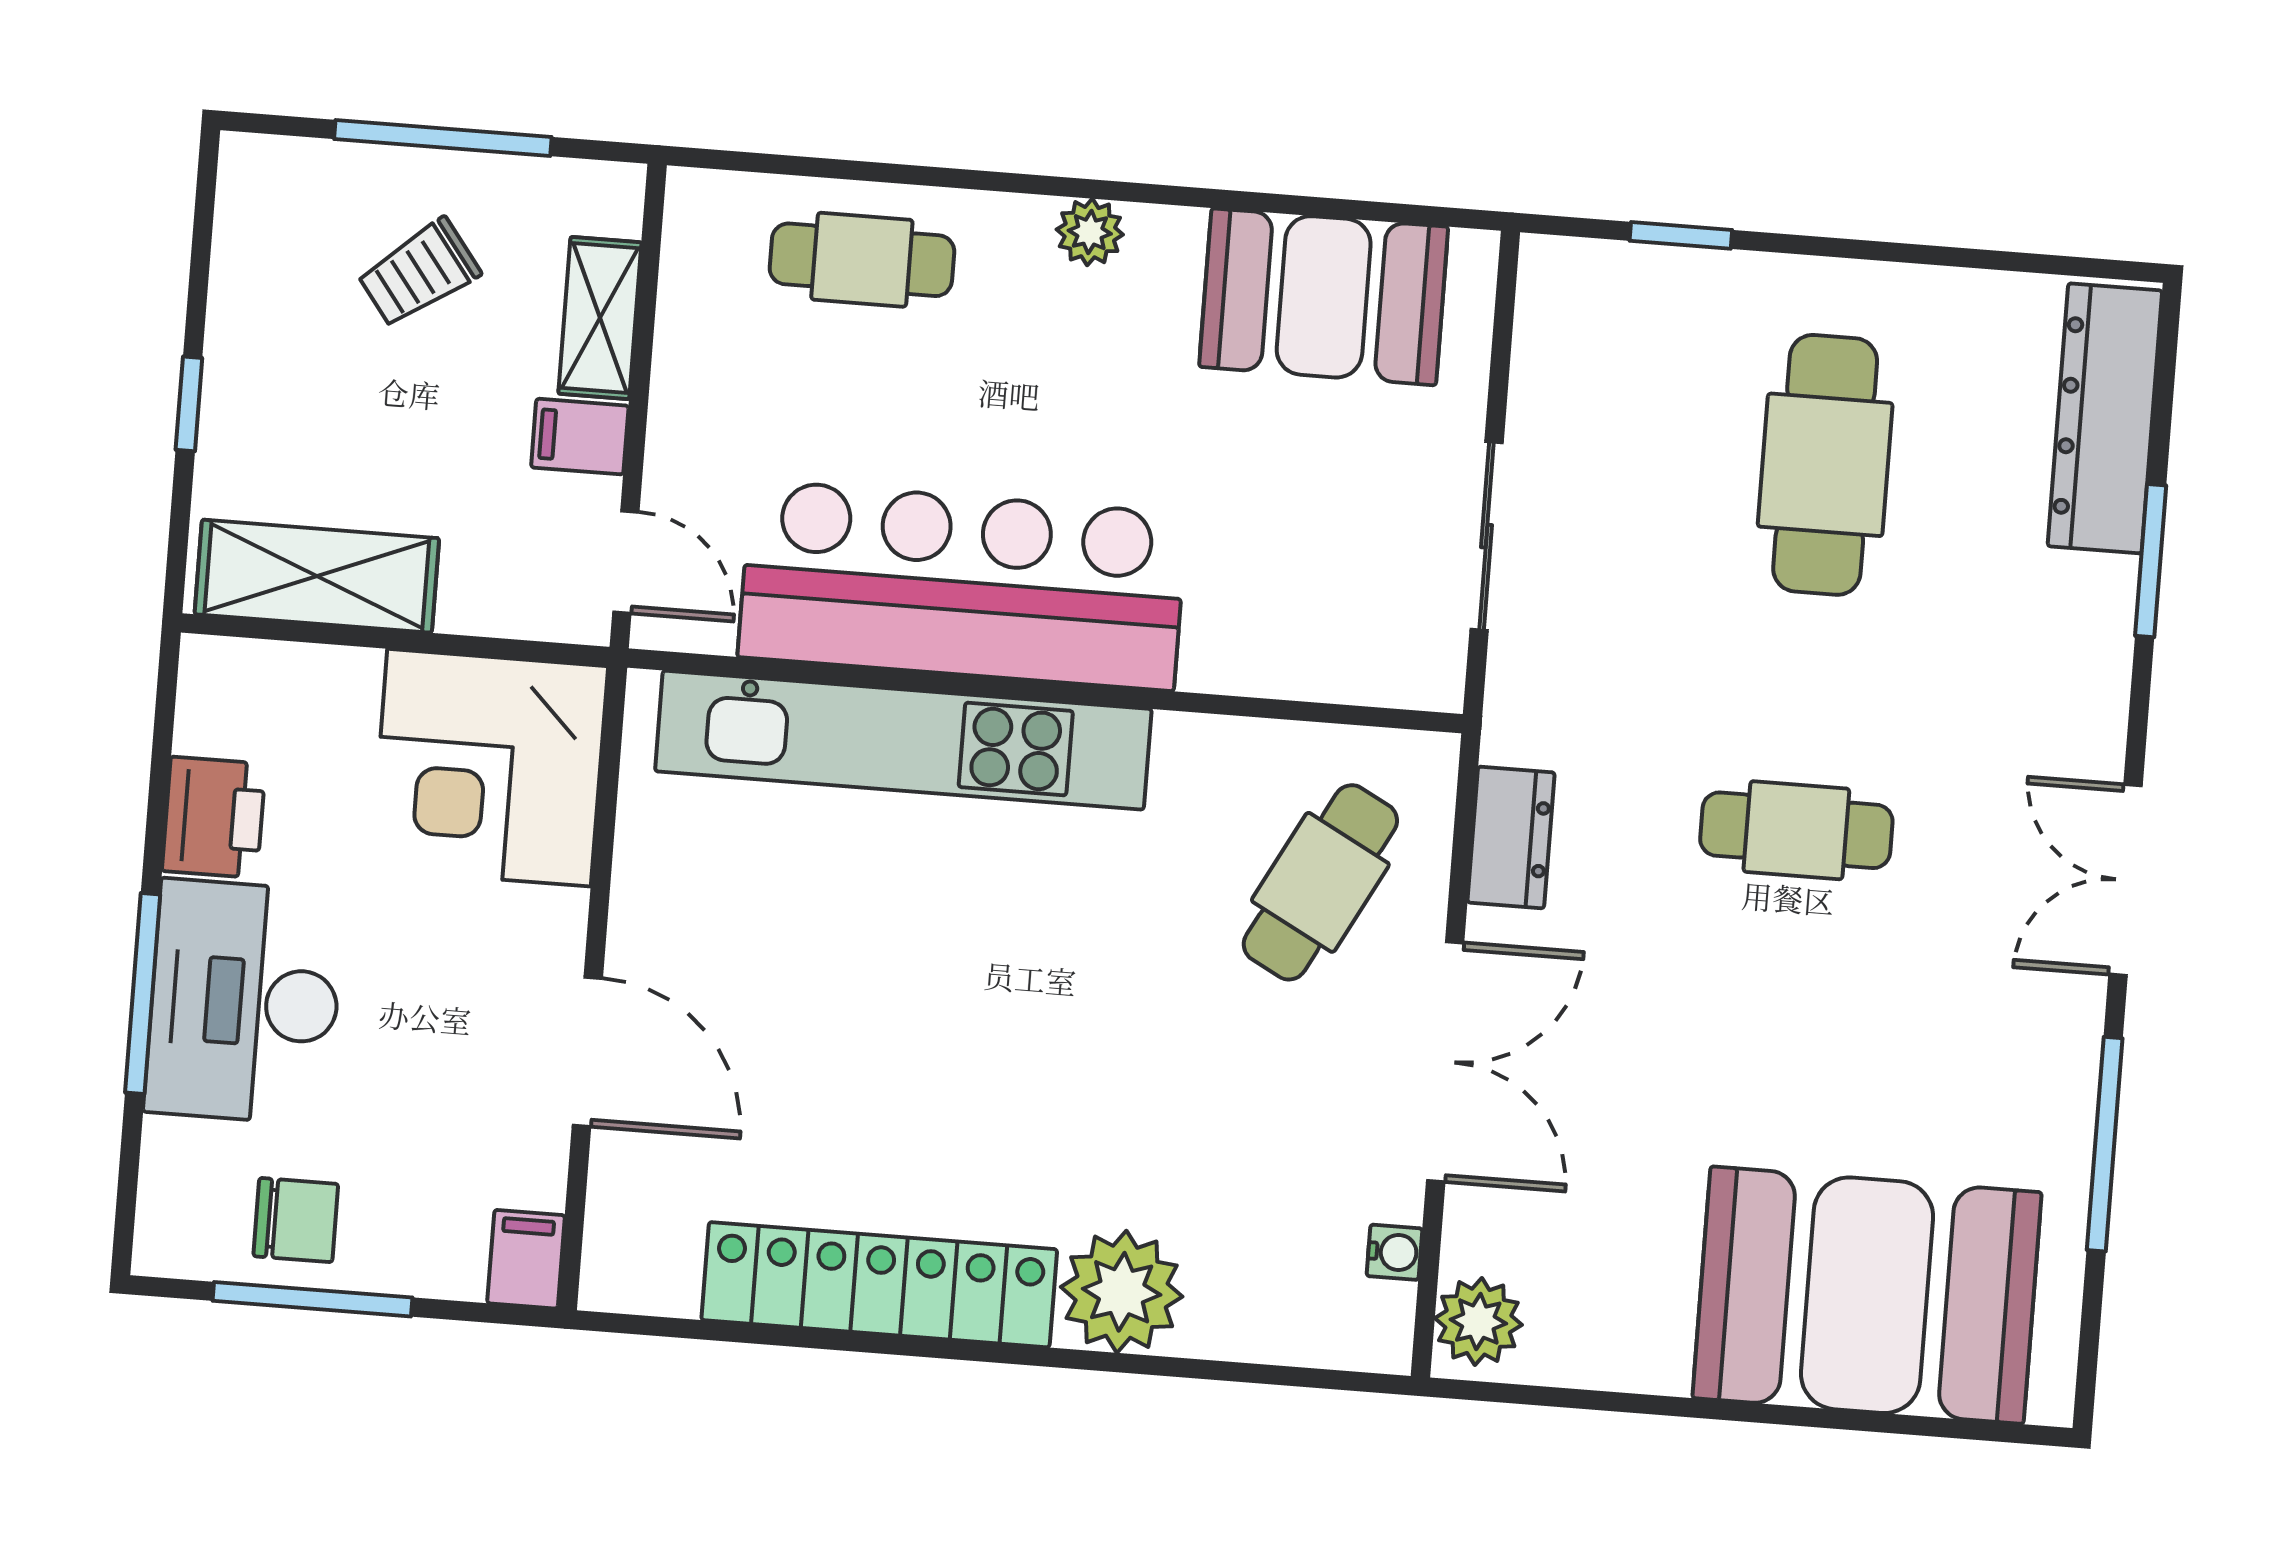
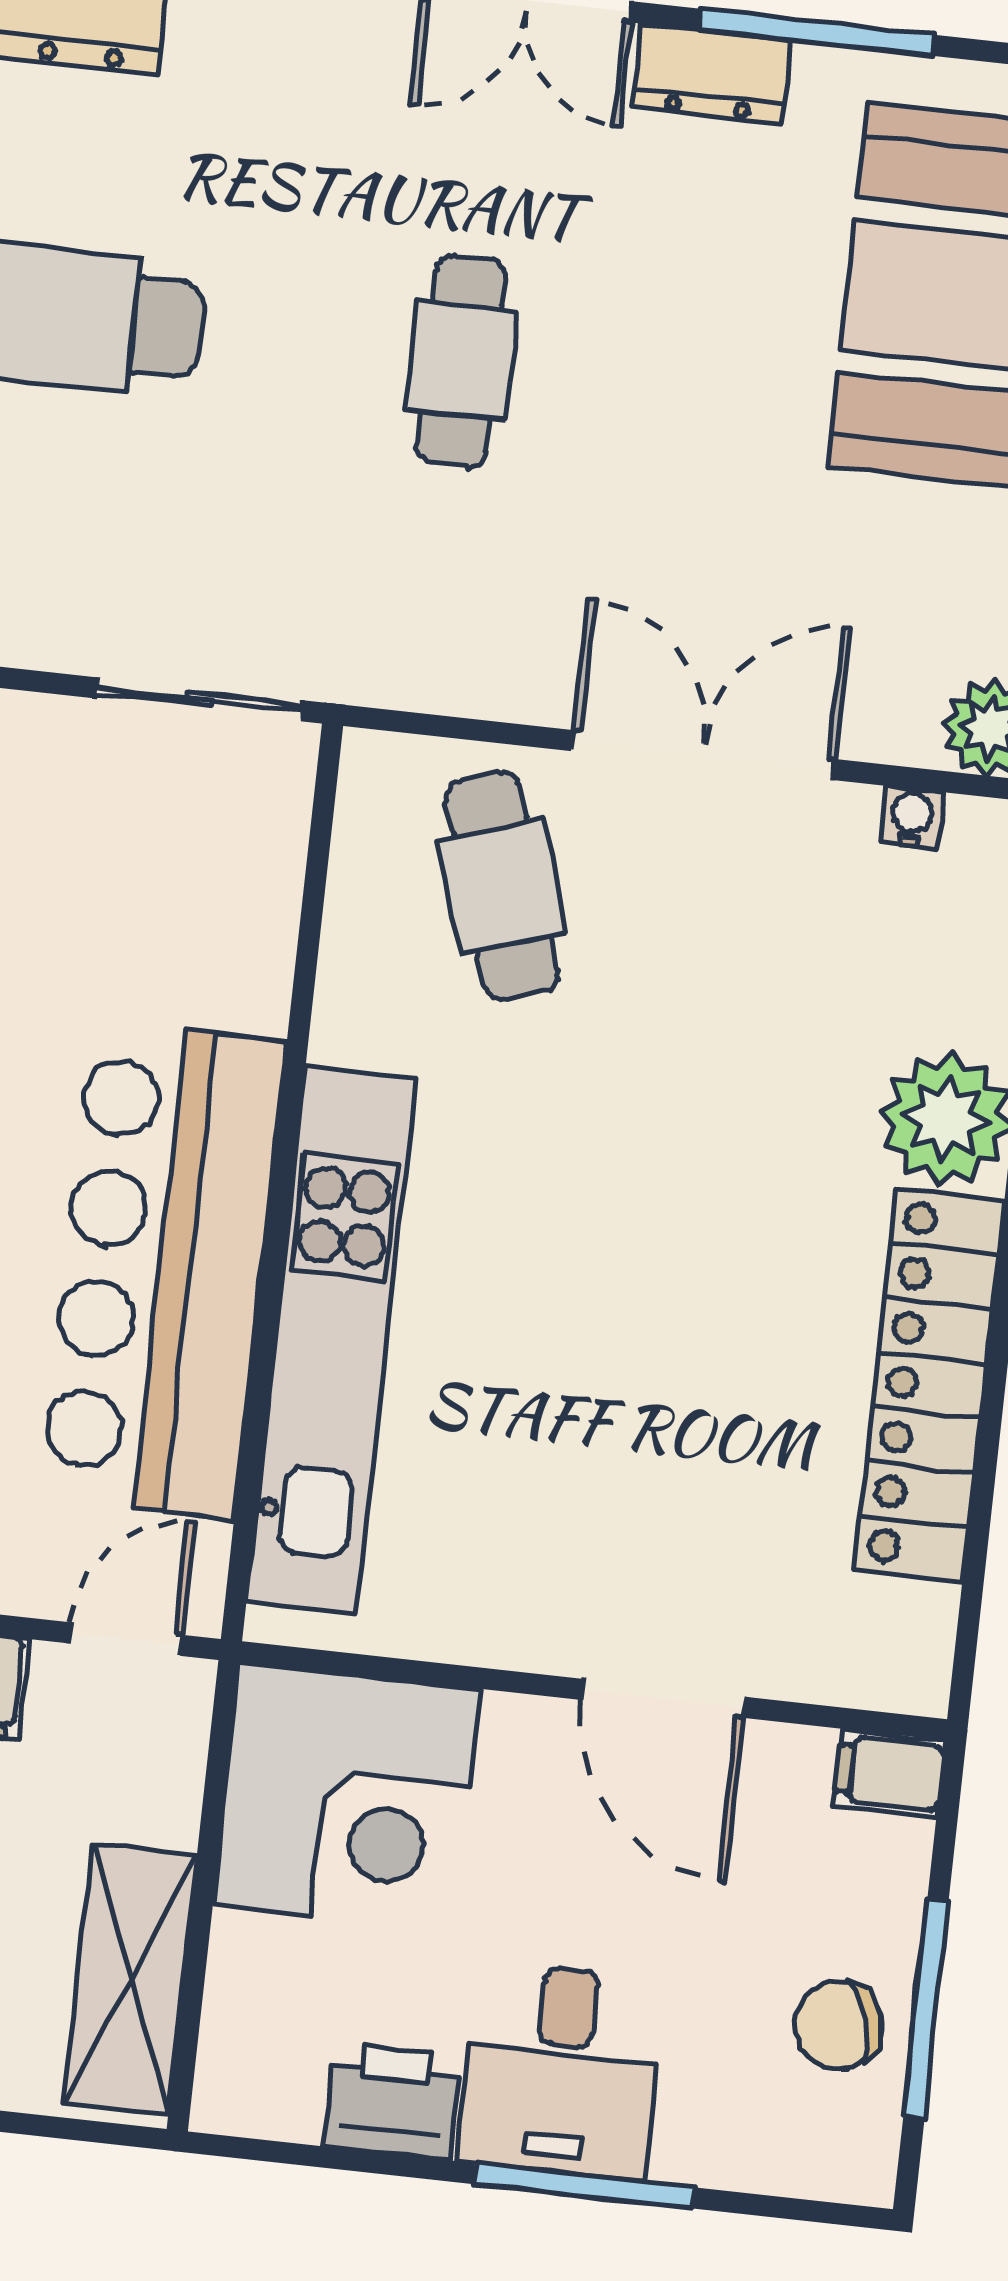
sliding door: (1487, 536) -> (199, 699), moved
dresser: (1511, 837) -> (711, 74), moved, turned 180
cafe table: (1320, 882) -> (502, 886), turned 44
desk: (244, 1002) -> (561, 2070), width x0.73
door: (587, 1052) -> (663, 1698), swing flipped
chair: (296, 1220) -> (838, 2025), turned -108

